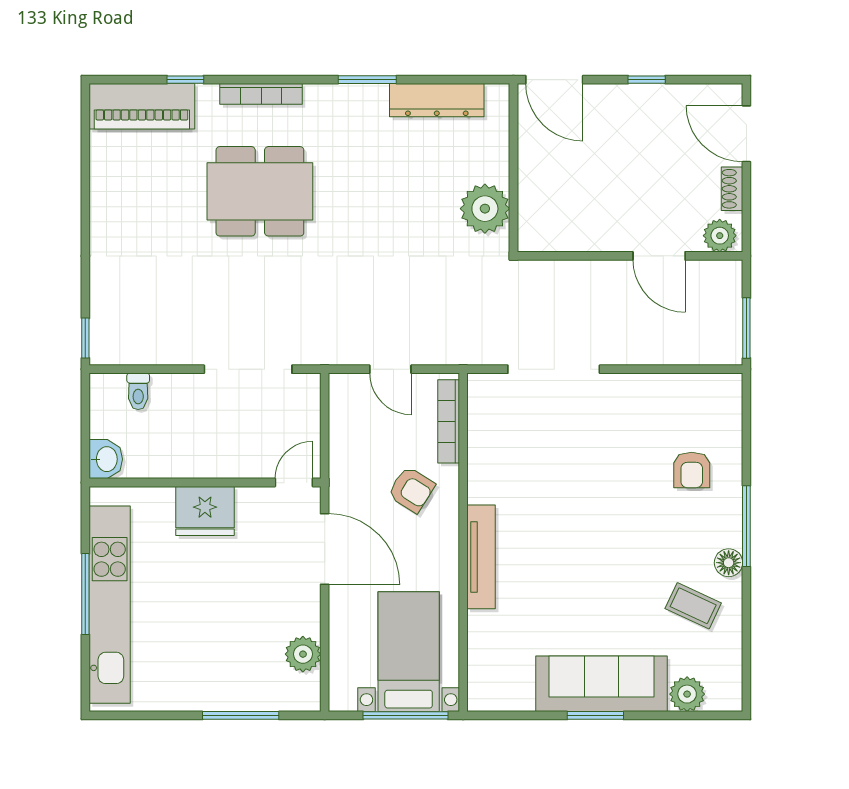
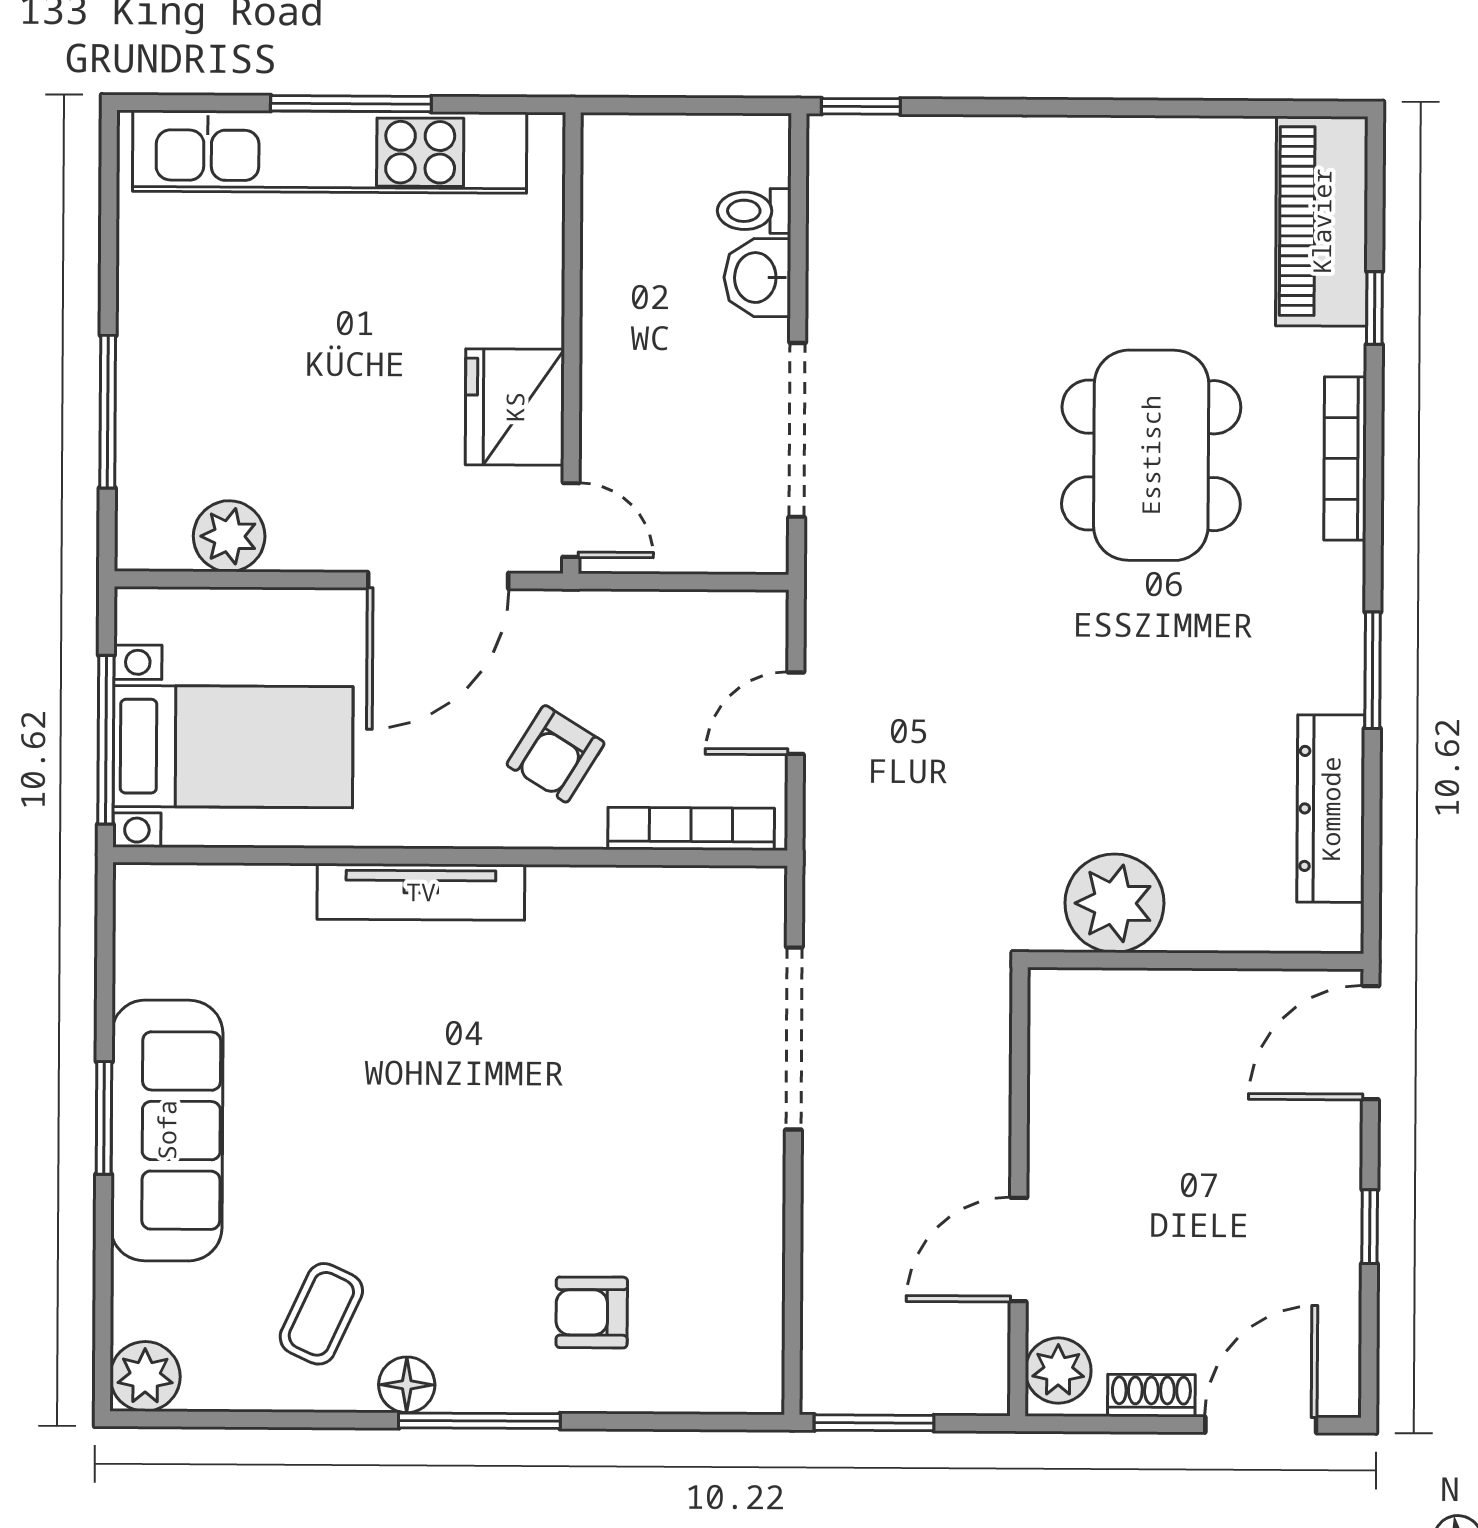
washbasin: (106, 459) -> (757, 278), moved, turned 90
fridge: (205, 511) -> (515, 407), moved
plant: (687, 694) -> (145, 1376), moved

